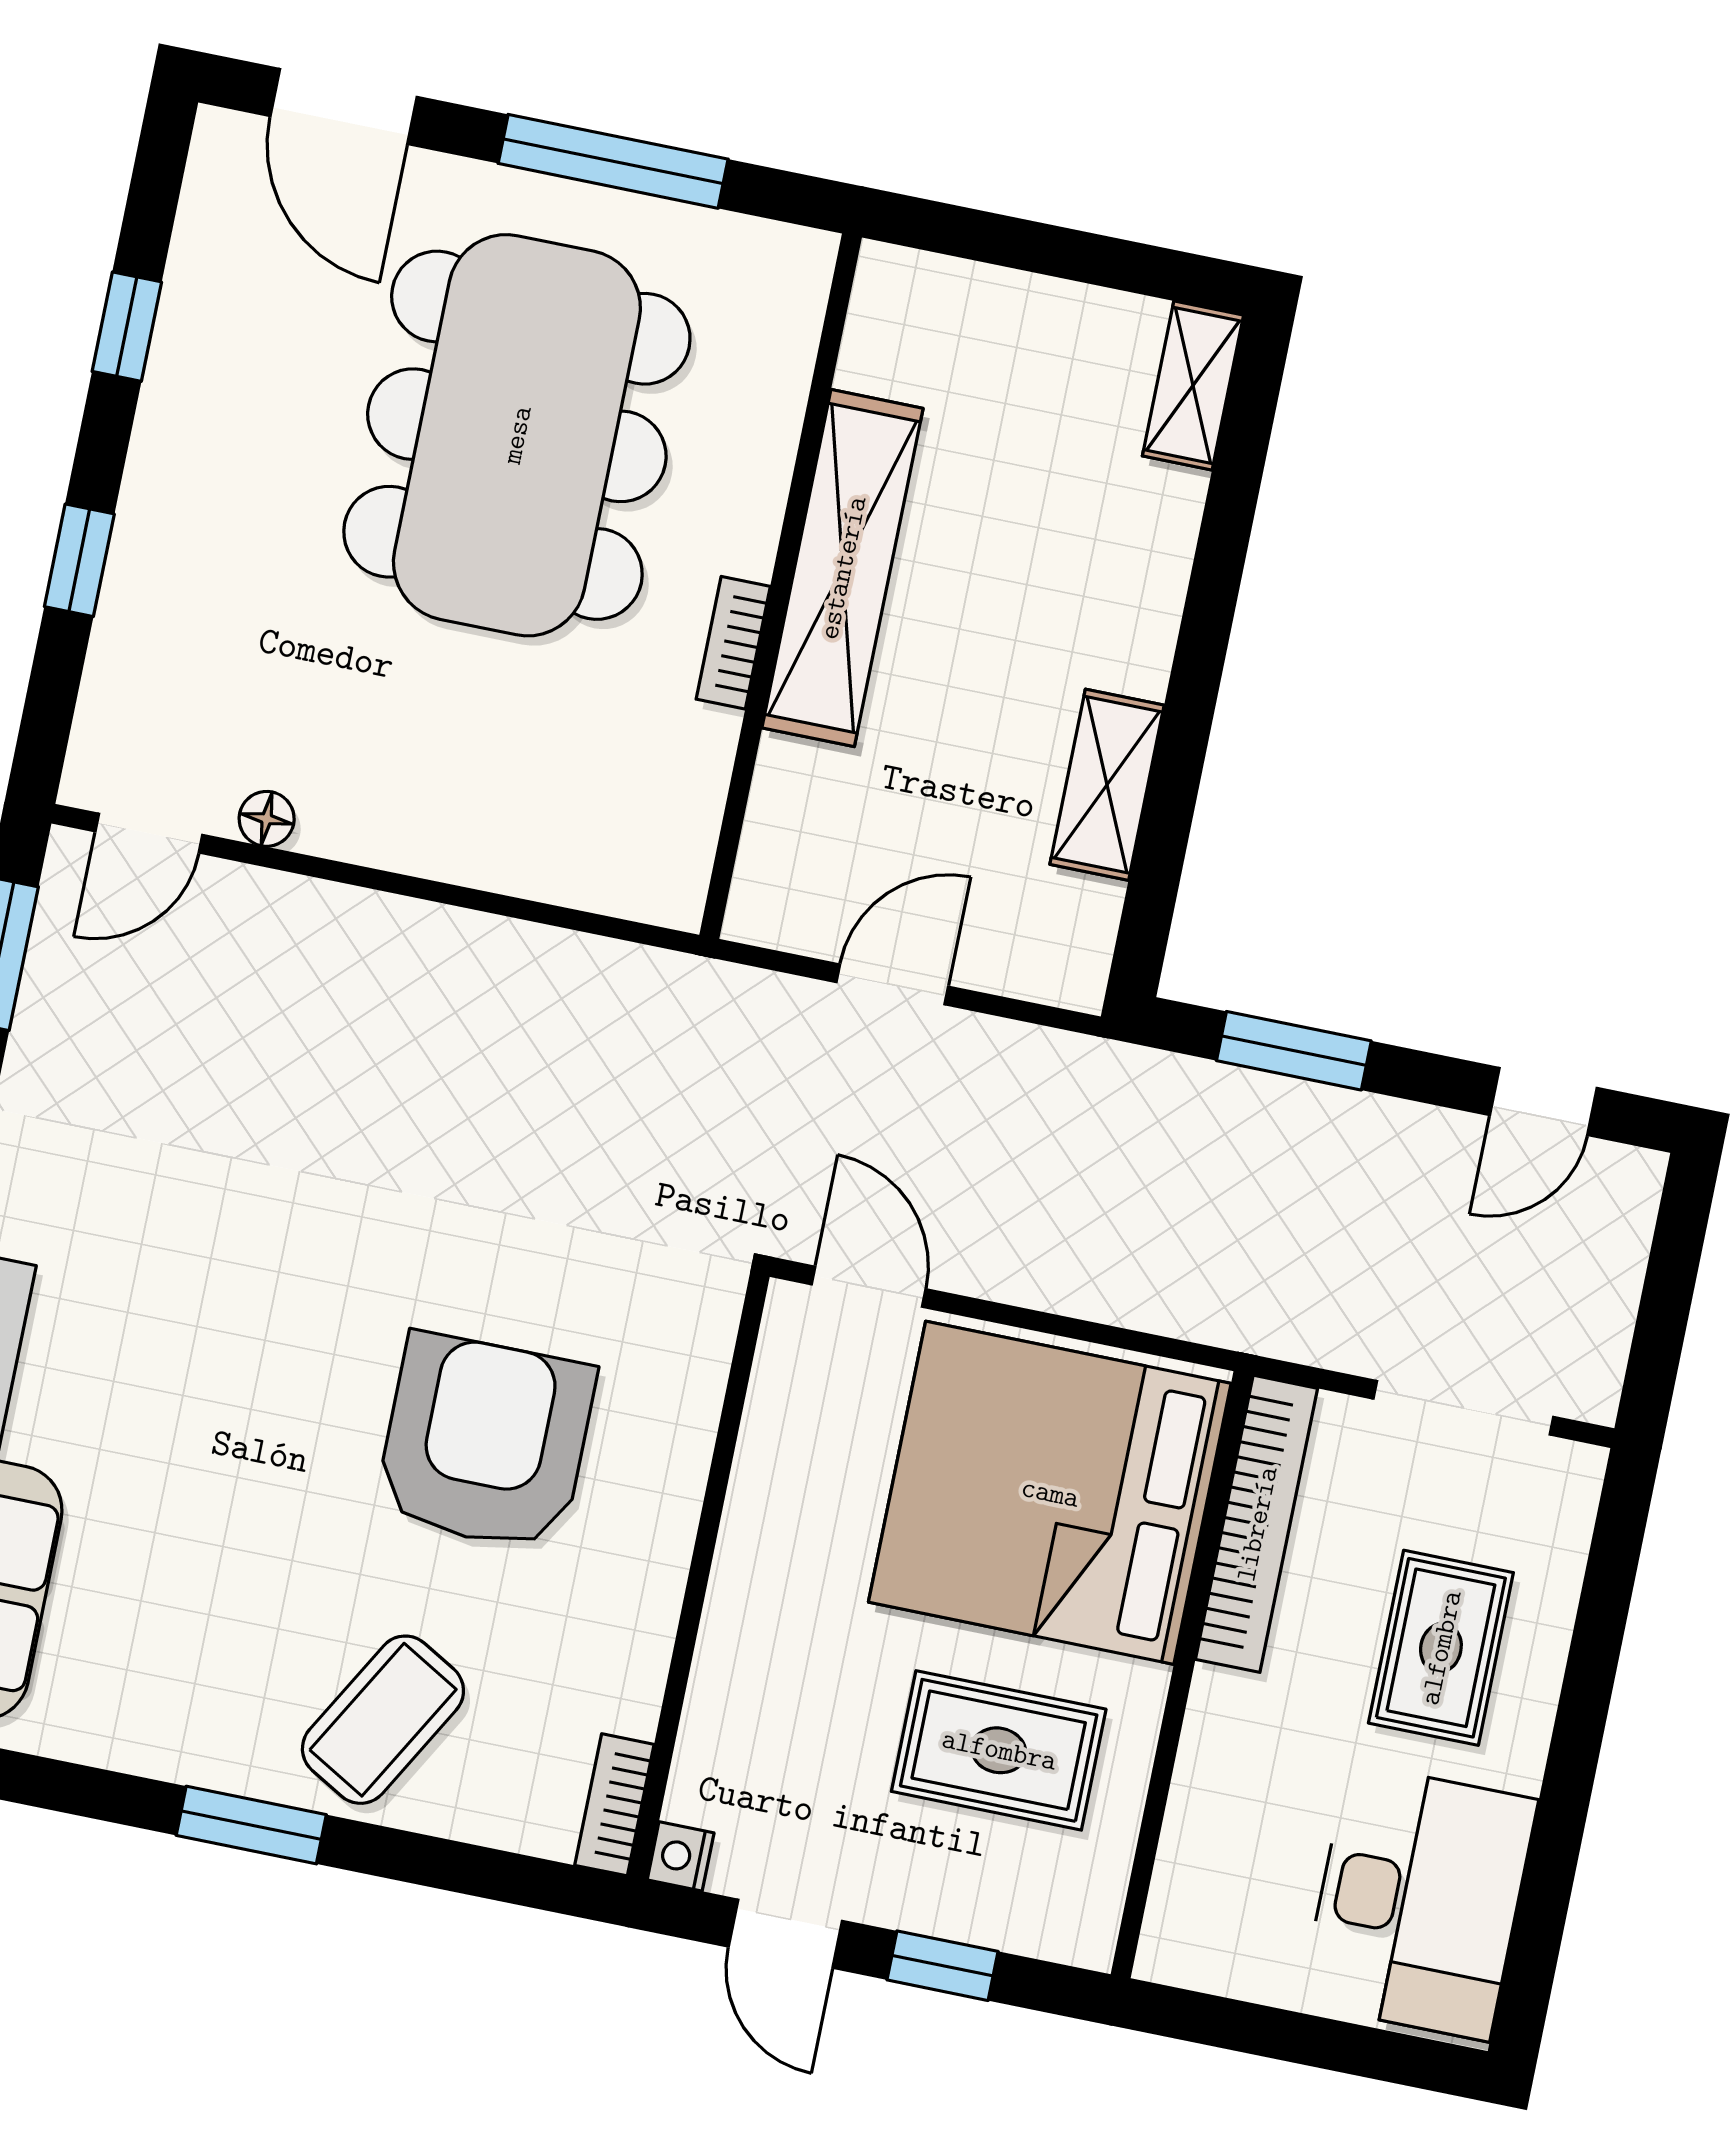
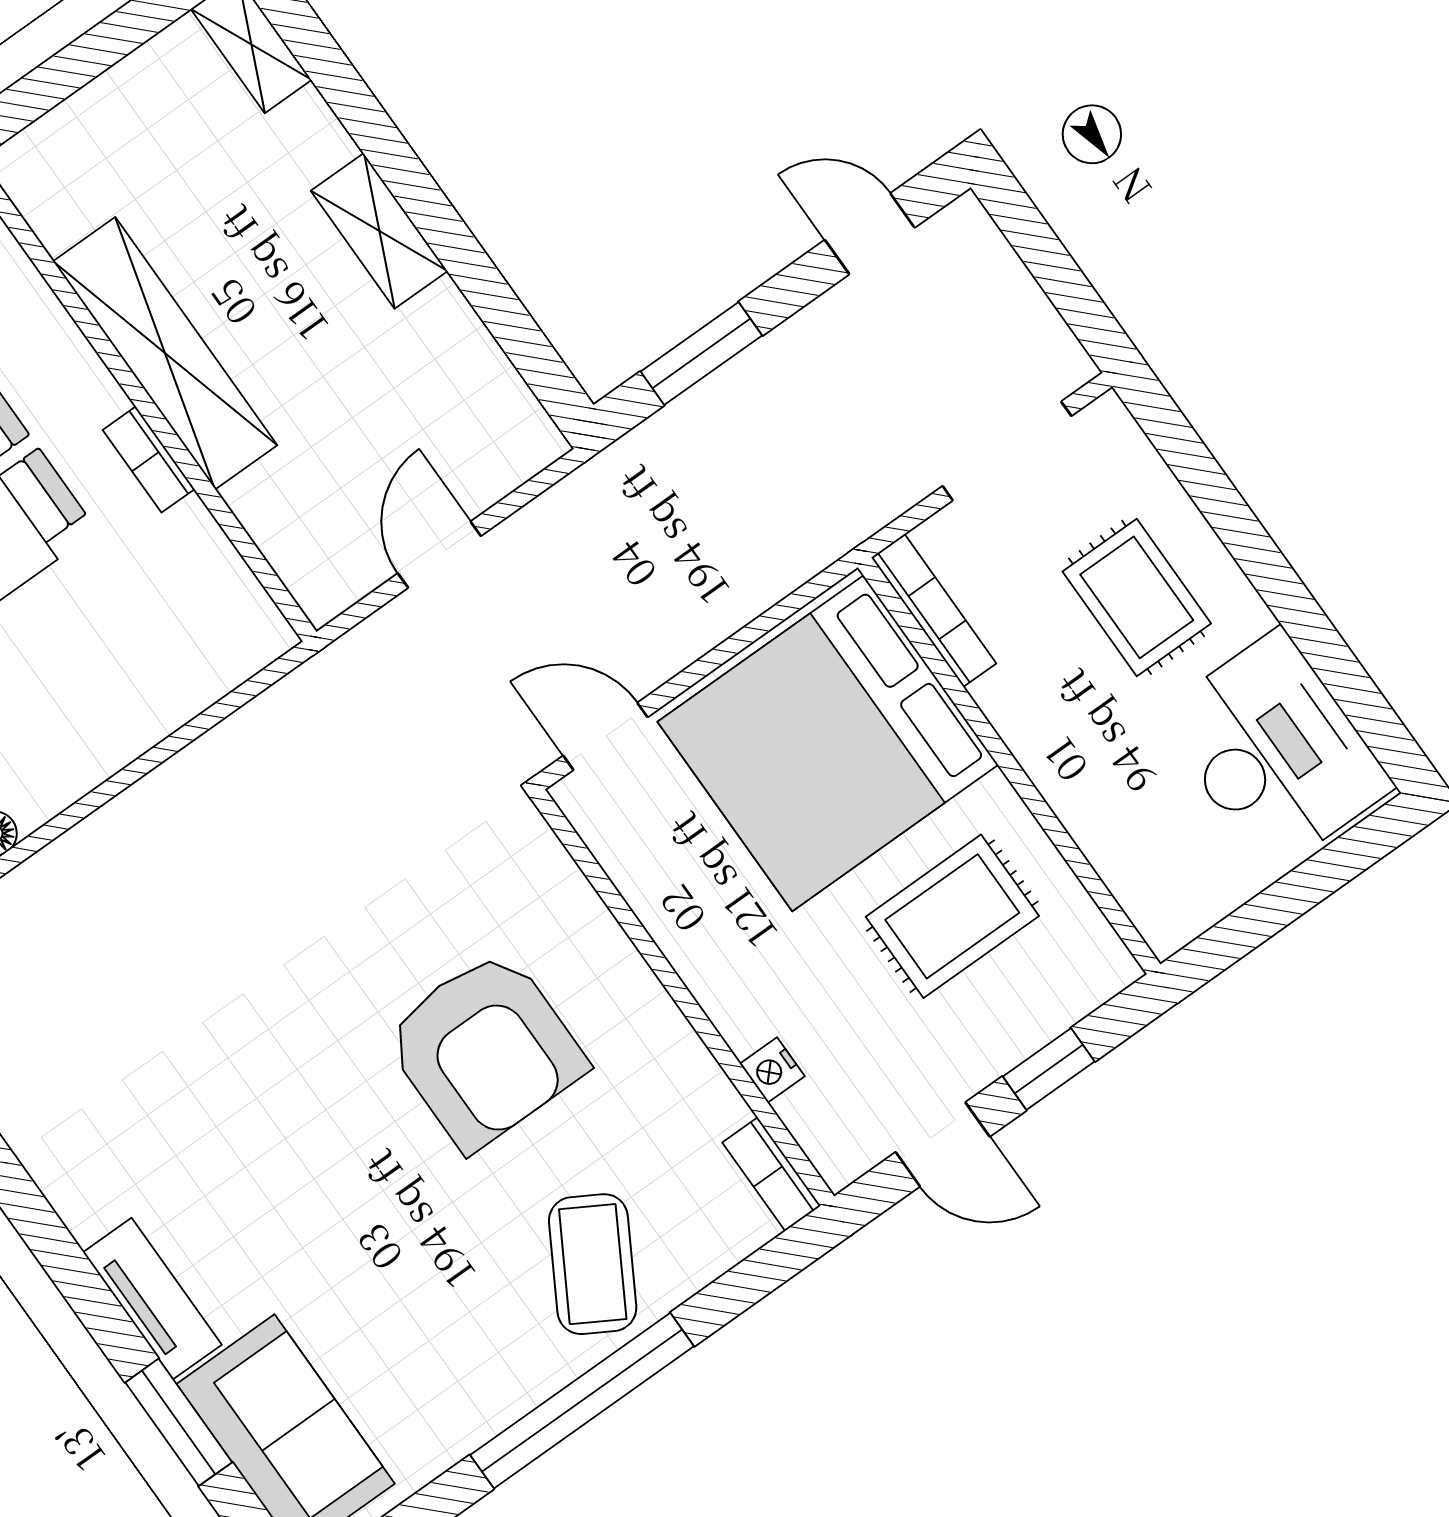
shelving: (1107, 785) -> (379, 231), moved
door: (1543, 1101) -> (870, 234), swing flipped
armchair: (485, 1442) -> (485, 1050), turned 180
bookcase: (1257, 1524) -> (934, 611), width x0.68, depth x0.76
window: (251, 1825) -> (582, 1401), width x2.11
nightstand: (681, 1856) -> (772, 1070), moved

